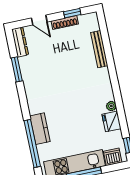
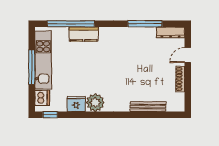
window: (72, 13) -> (188, 88), removed
window: (17, 69) -> (145, 24), width x1.44
plant: (111, 106) -> (95, 103), width x1.87, depth x1.87

